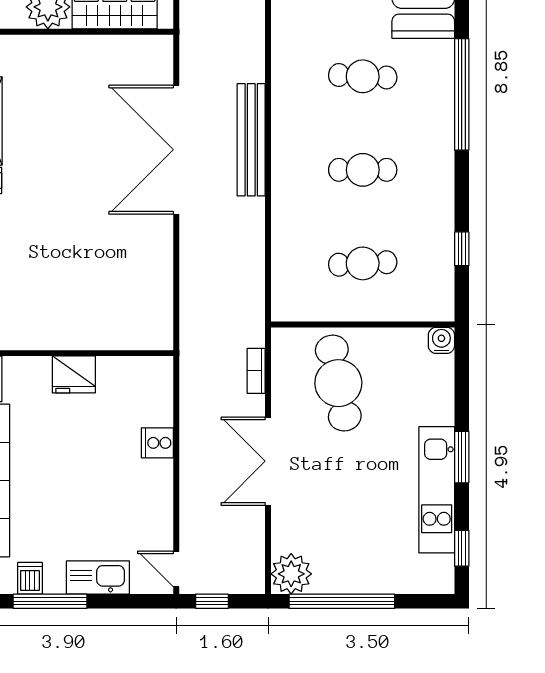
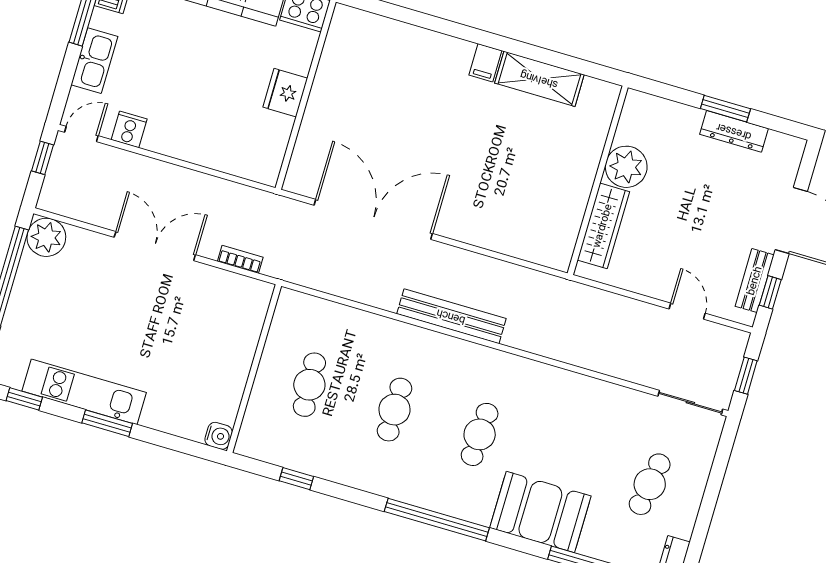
double door: (176, 150) -> (373, 219), moved
cafe table: (338, 383) -> (207, 331), removed
cooker: (157, 443) -> (129, 129), moved

